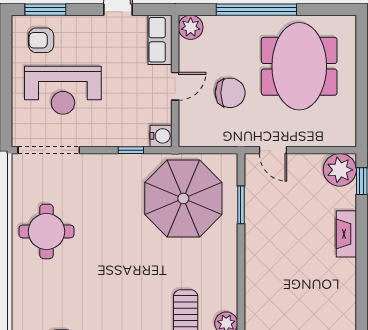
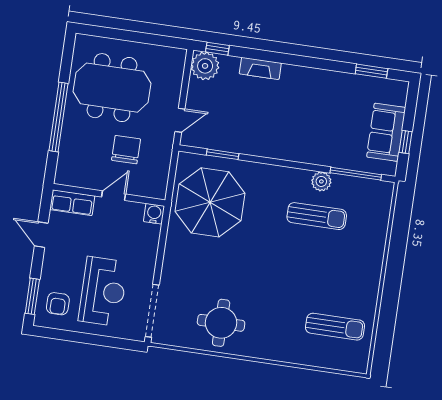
plant: (191, 27) -> (65, 175), removed
door: (175, 86) -> (114, 196), hinge flipped
window: (131, 150) -> (162, 241), removed

